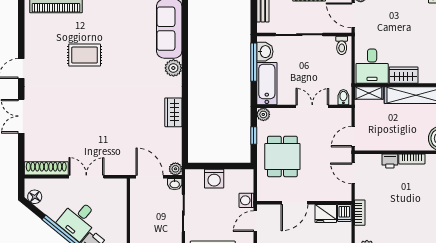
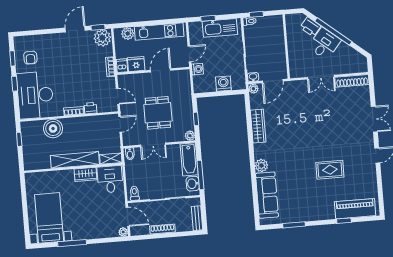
wardrobe: (173, 112) -> (258, 126), width x1.50
dining table: (282, 157) -> (158, 113), moved
door: (150, 177) -> (273, 81), hinge flipped
floor lamp: (35, 197) -> (359, 59), removed

